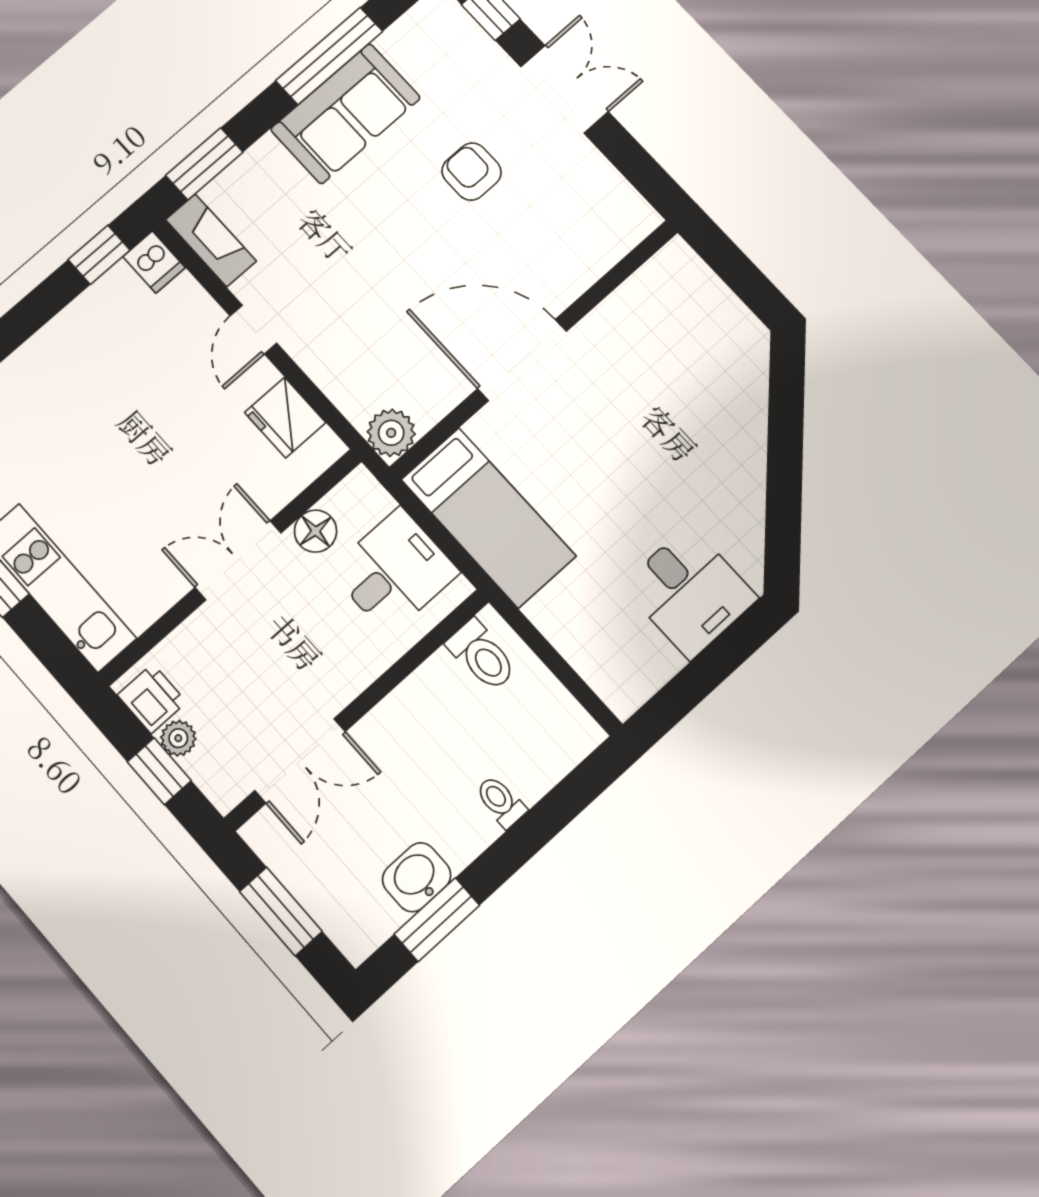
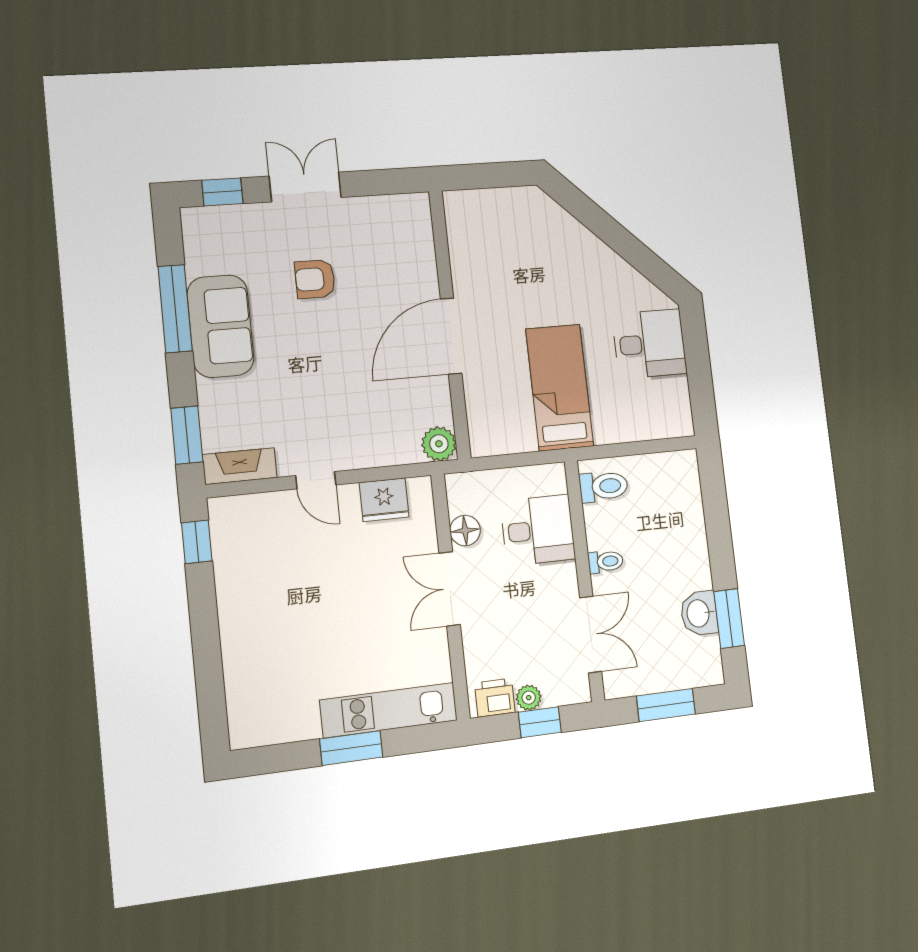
dishwasher: (154, 262) -> (227, 511), removed
bed: (488, 518) -> (560, 387), moved, turned -90
desk: (394, 571) -> (538, 530), moved, turned 90
toilet: (501, 802) -> (606, 562), moved, turned 180

